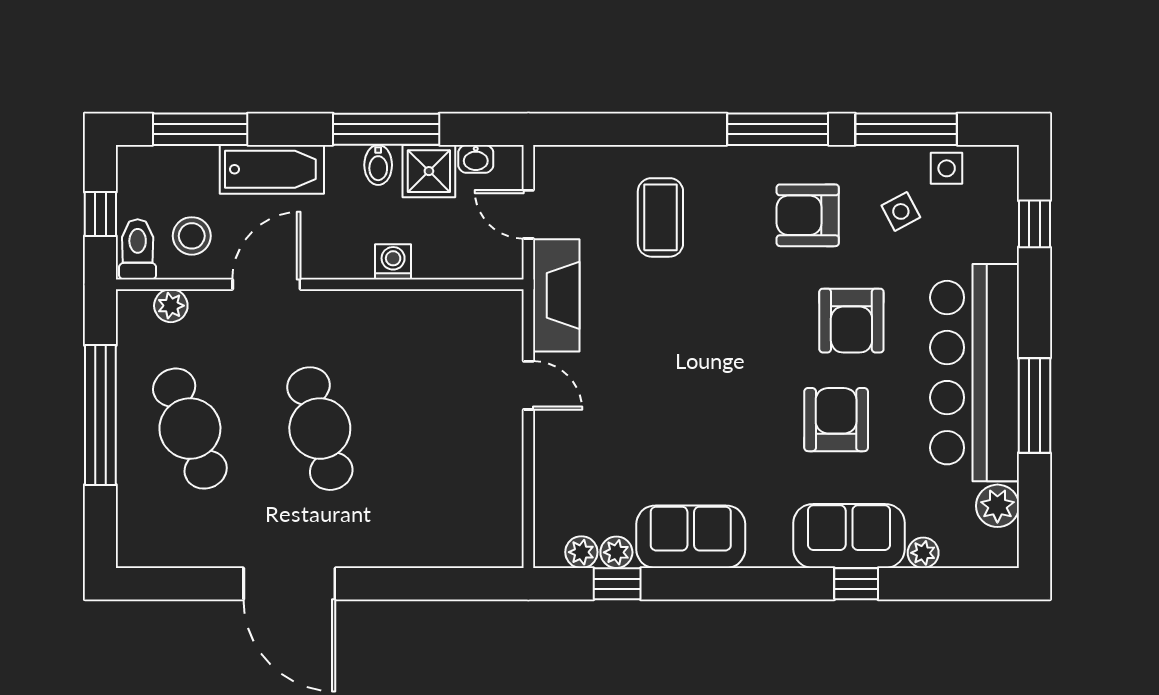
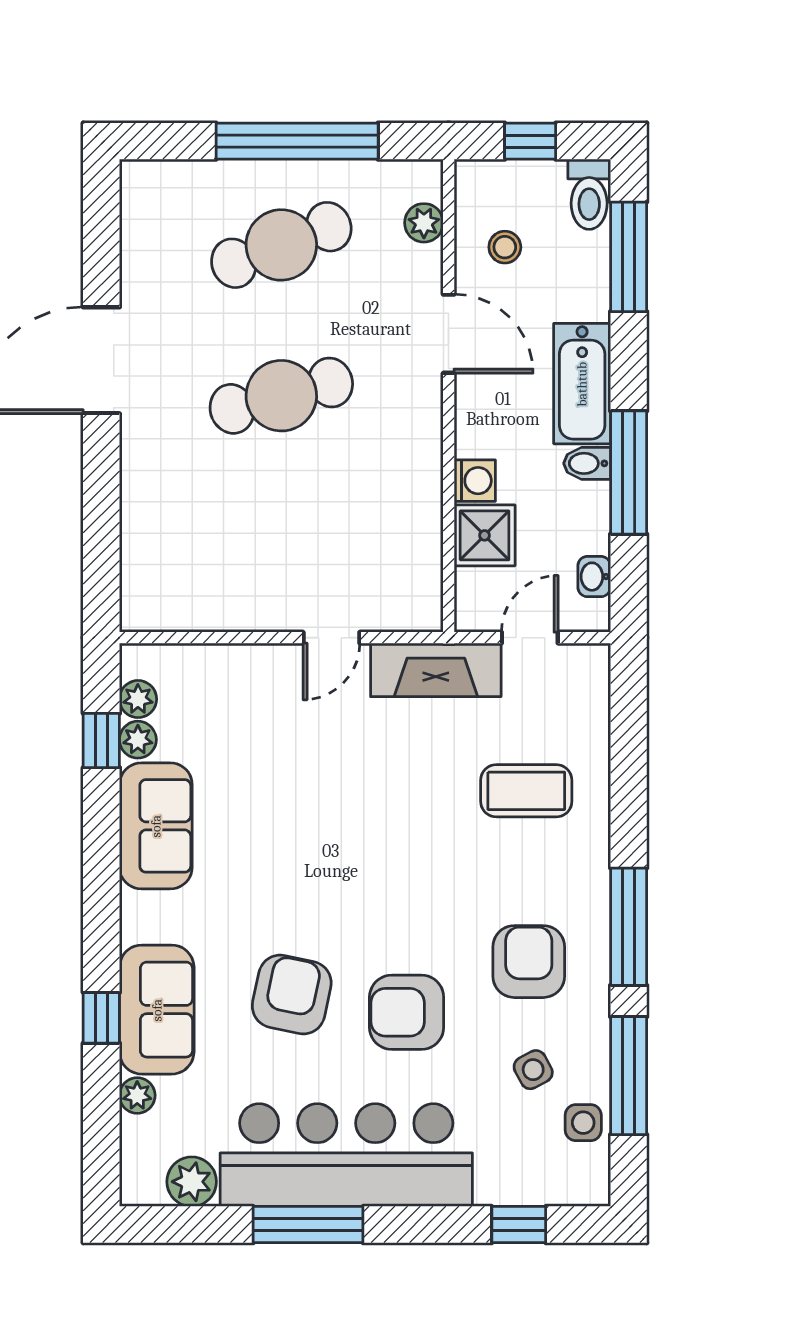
bathtub: (272, 169) -> (582, 384), moved
shower: (429, 171) -> (485, 535), moved
stool: (192, 236) -> (505, 247), width x0.73, depth x0.73
toilet: (138, 249) -> (589, 194), moved, turned 90
armchair: (836, 420) -> (292, 995), turned -78

